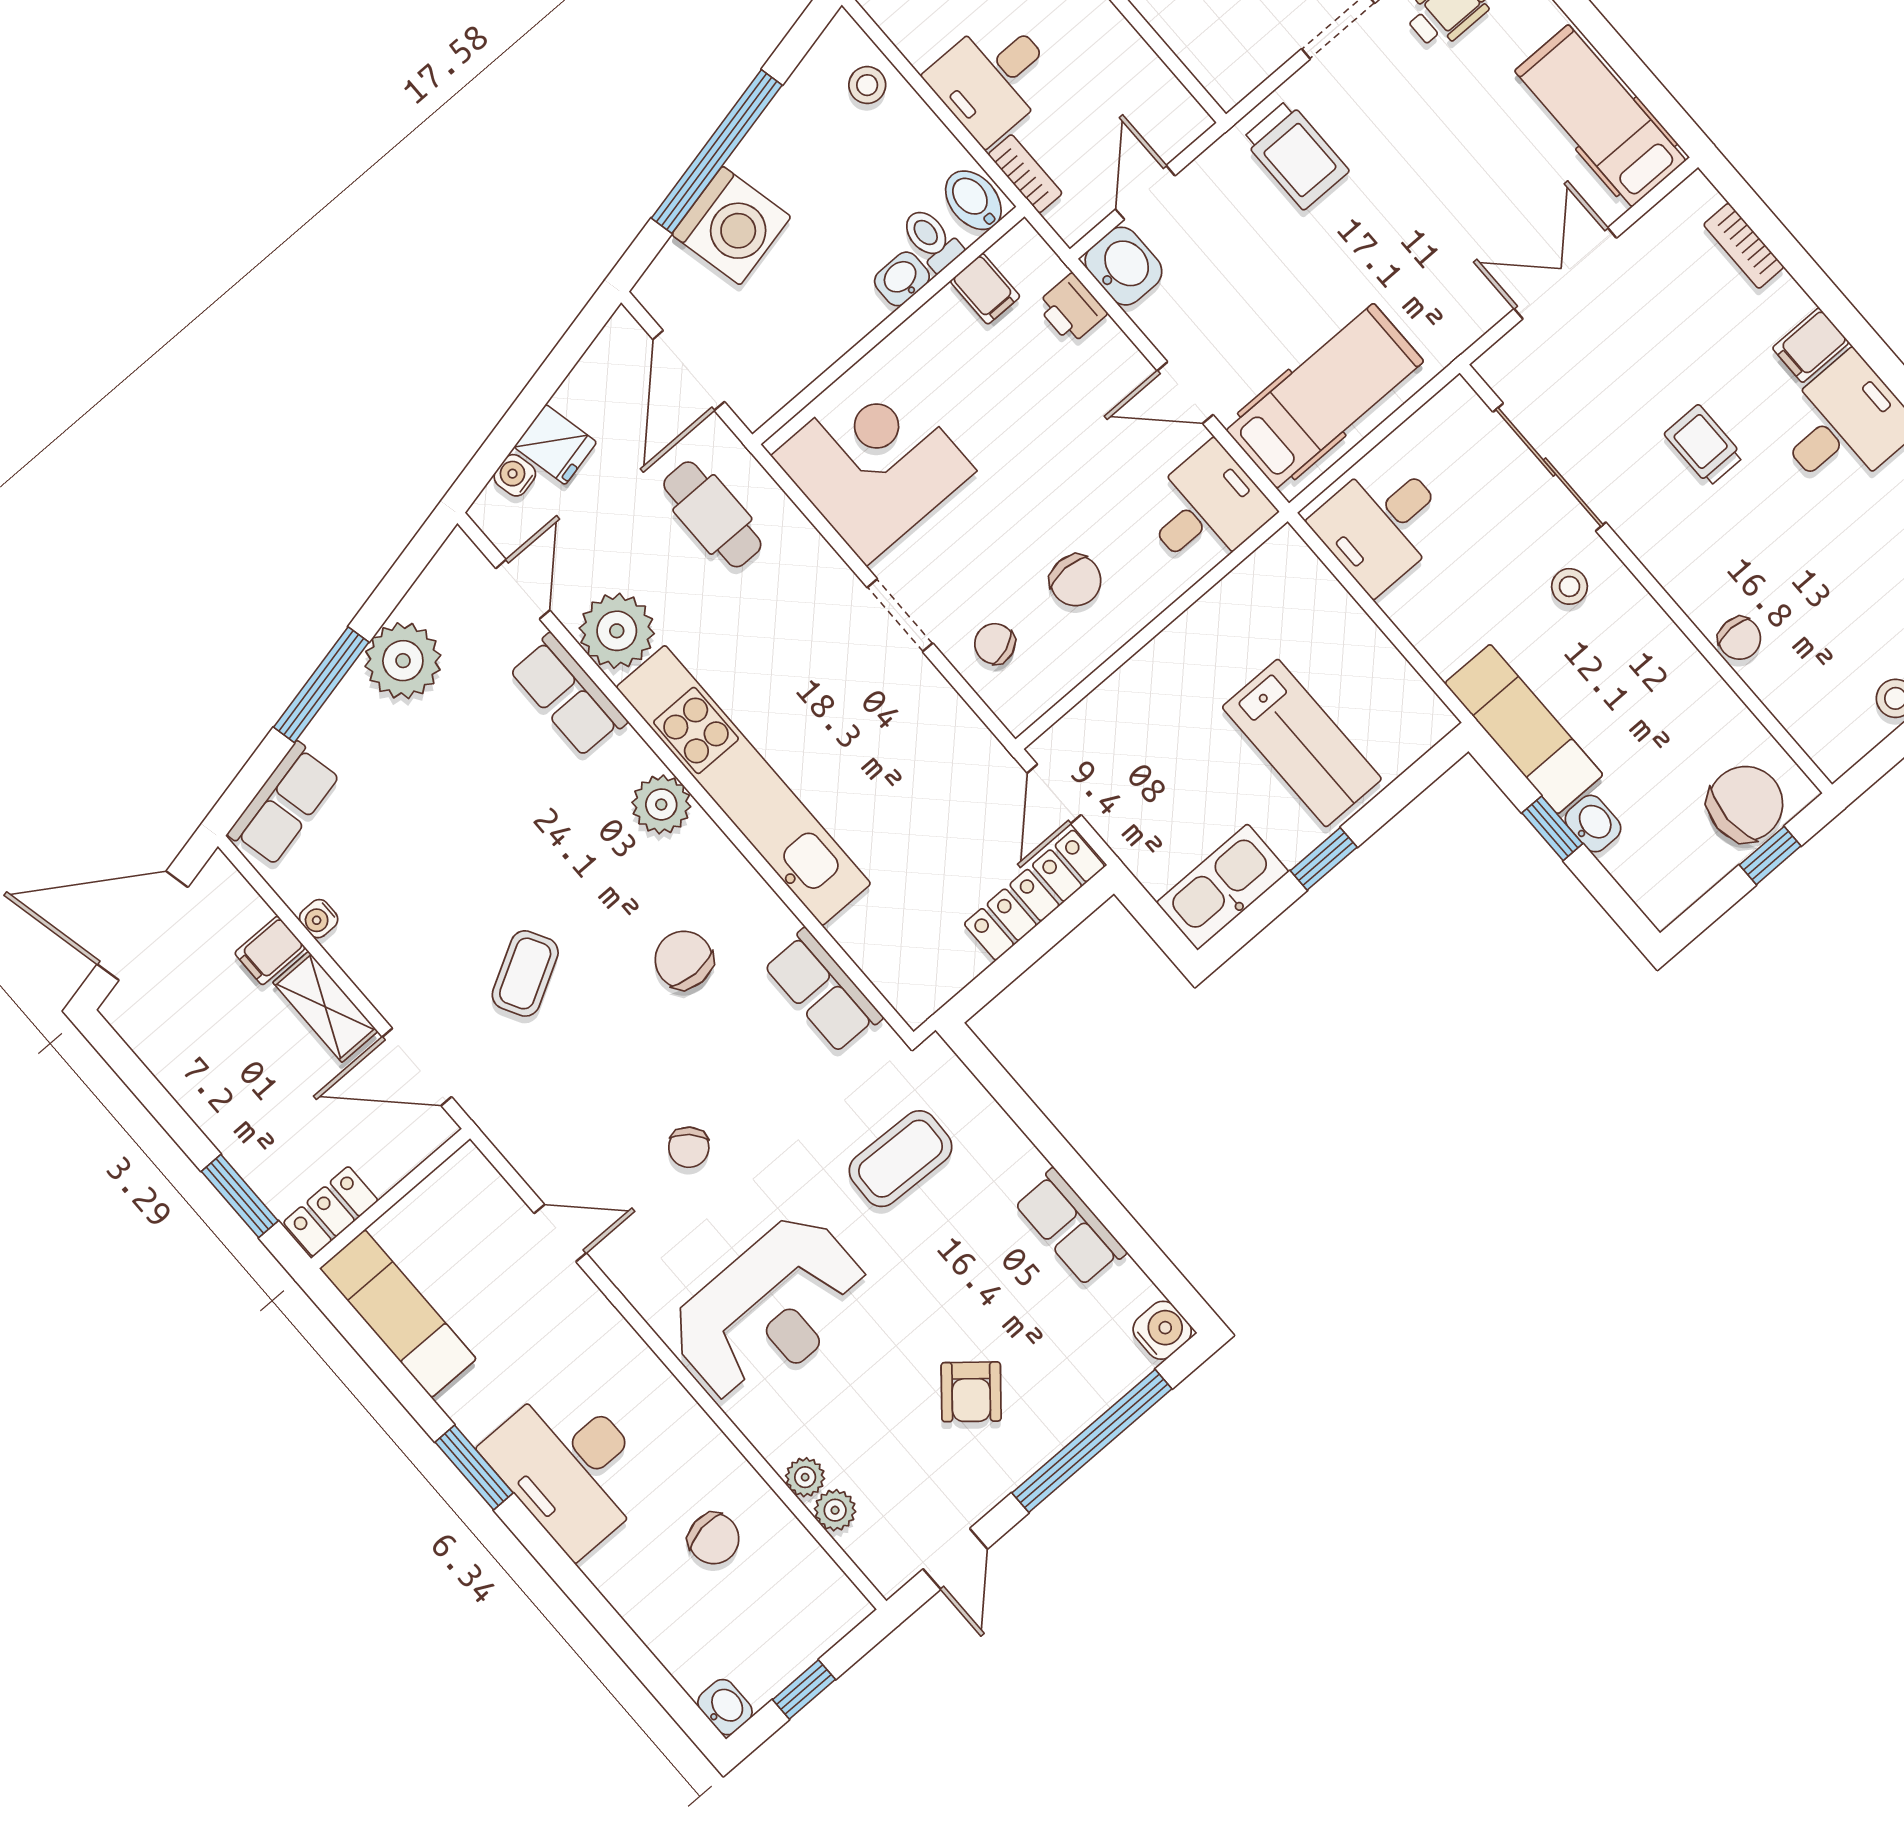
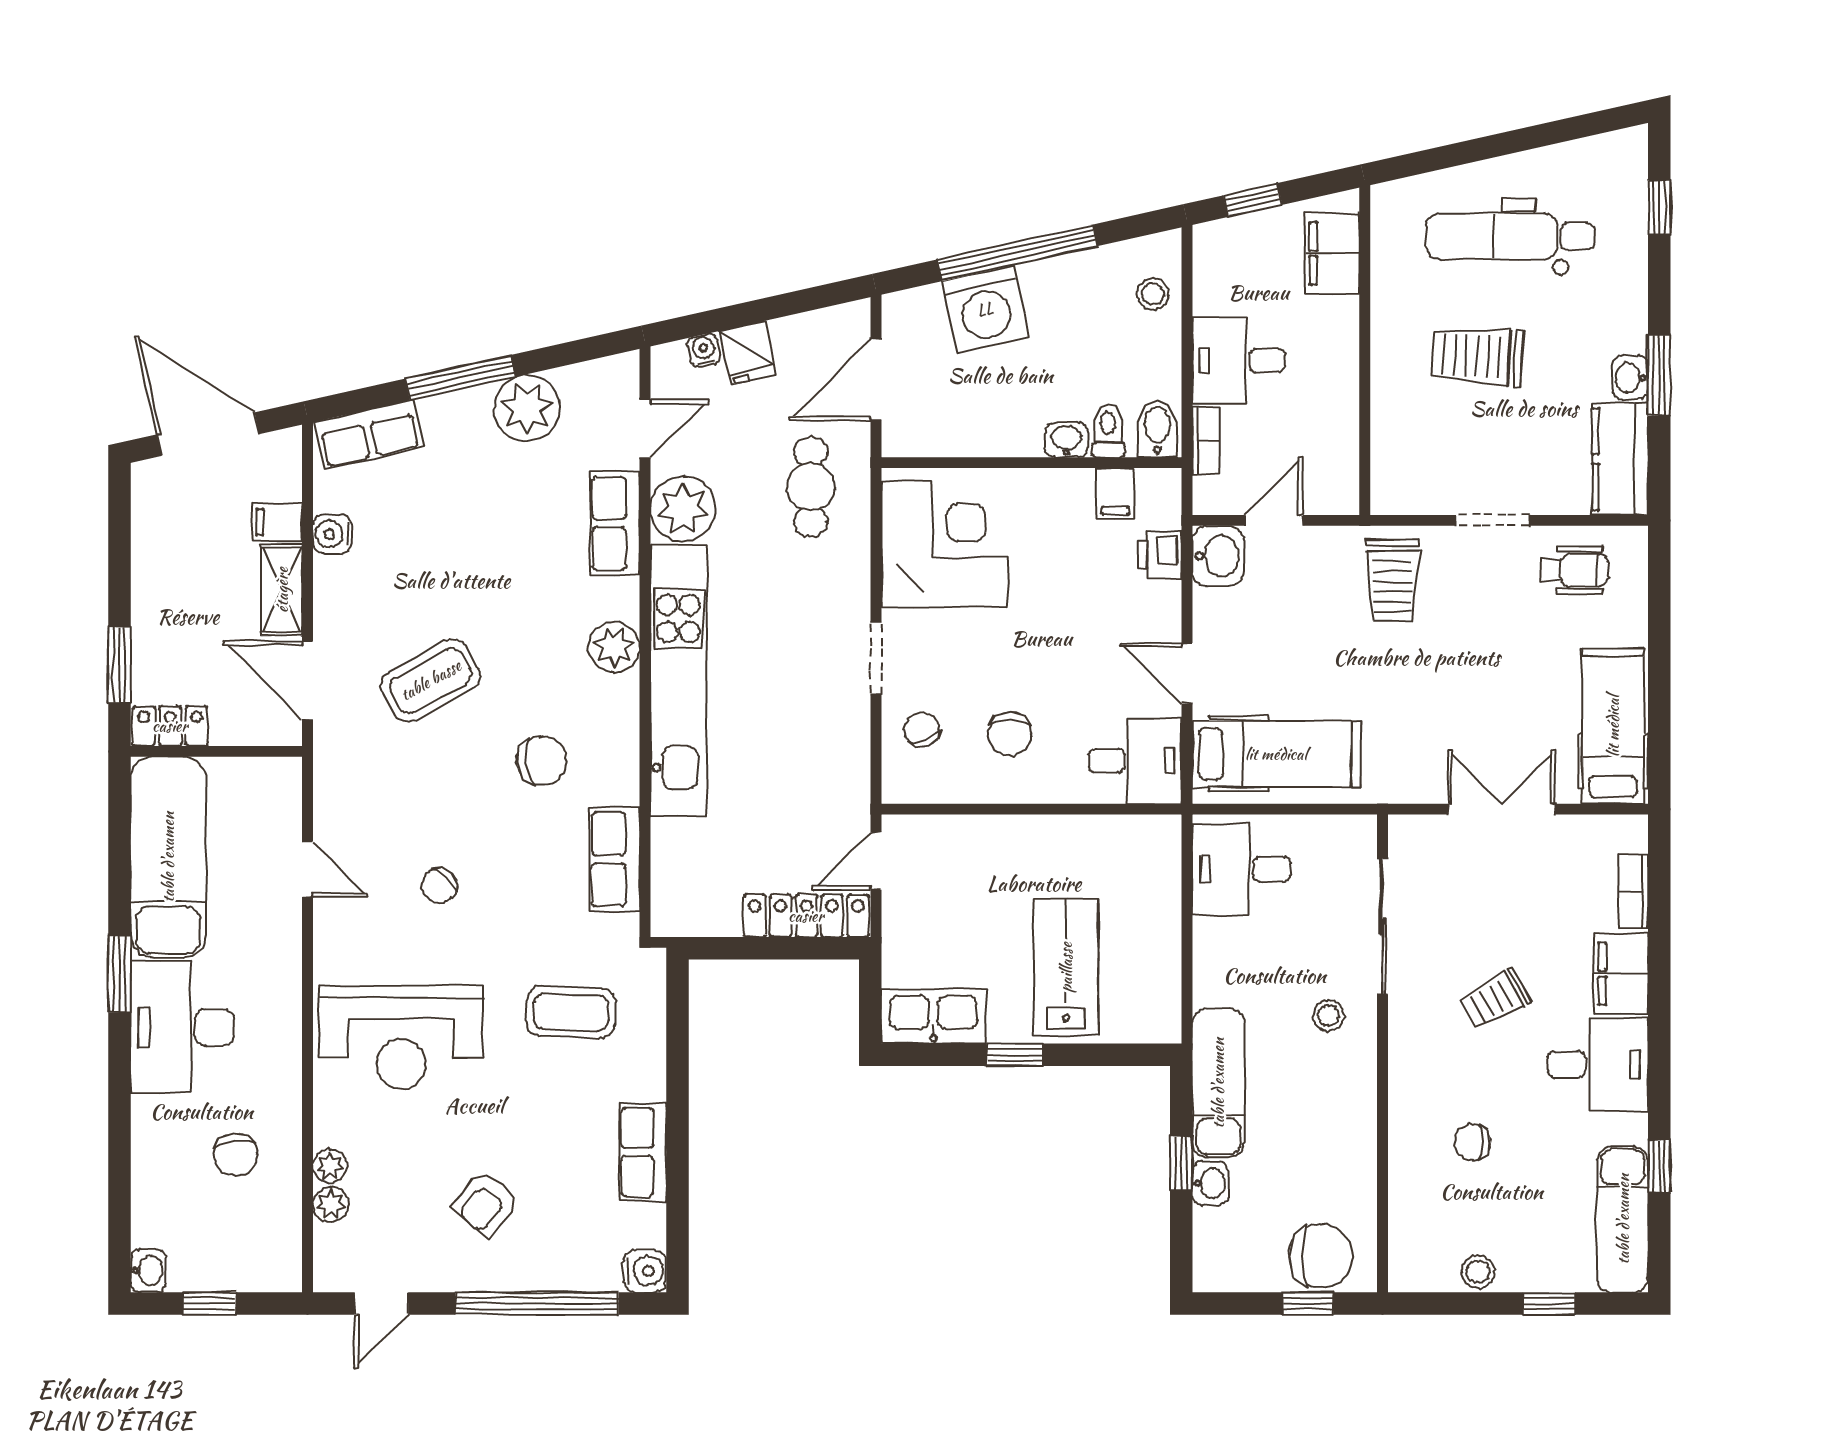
filing cabinet: (1811, 345) -> (1621, 974), width x2.00
trolley: (1704, 445) -> (1495, 999), turned -119
chair: (1740, 638) -> (1472, 1142), moved, turned 90
lab bench: (1302, 743) -> (1066, 967), turned 180
water cooler: (319, 919) -> (332, 534), width x1.38, depth x1.38
chair: (684, 960) -> (542, 761), turned 83
coffee table: (525, 973) -> (431, 680), width x1.36, depth x1.30
exam couch: (398, 1314) -> (168, 857), width x1.36, depth x1.45

